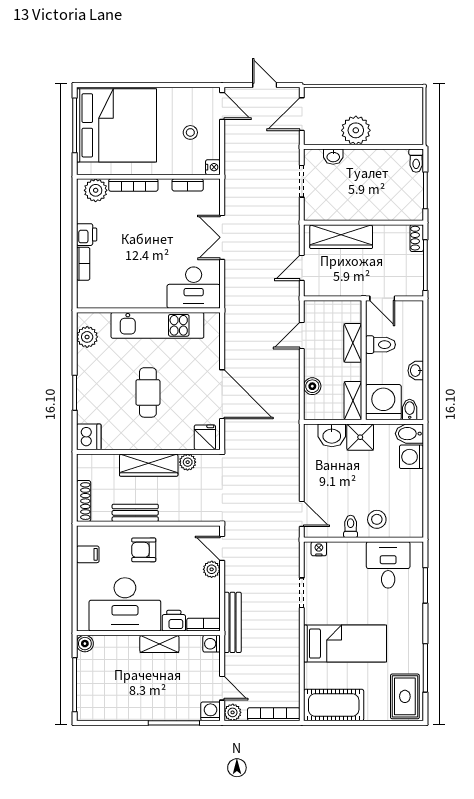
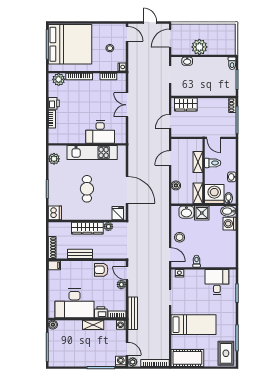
wardrobe: (341, 237) -> (186, 104), width x0.67
desk: (194, 288) -> (100, 132), moved
stool: (377, 519) -> (180, 237), moved
armchair: (144, 550) -> (101, 270), moved
filing cabinet: (88, 554) -> (54, 265), moved

